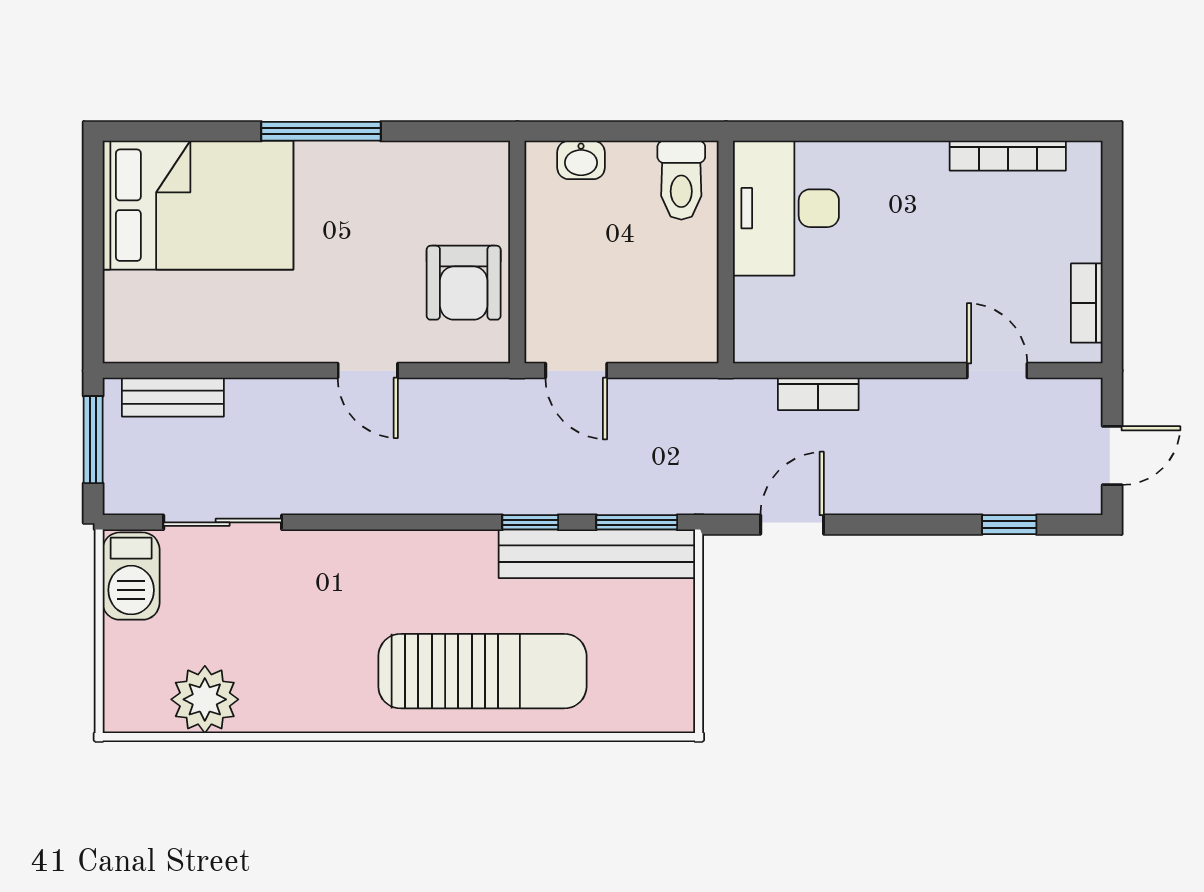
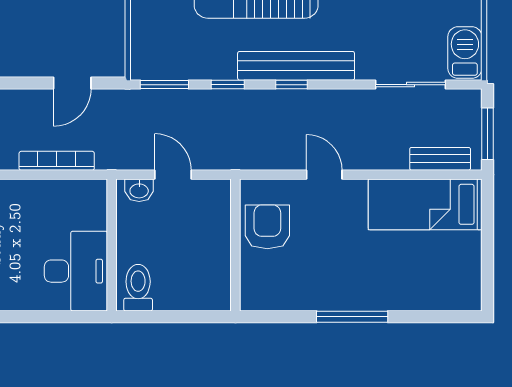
washbasin: (581, 160) -> (139, 190), moved, turned 180
bed: (198, 205) -> (425, 204), moved, width x0.67
door: (576, 371) -> (173, 175), moved
bookcase: (818, 394) -> (57, 161), width x1.56
window: (423, 522) -> (292, 85), added
bench: (597, 554) -> (296, 66), moved

